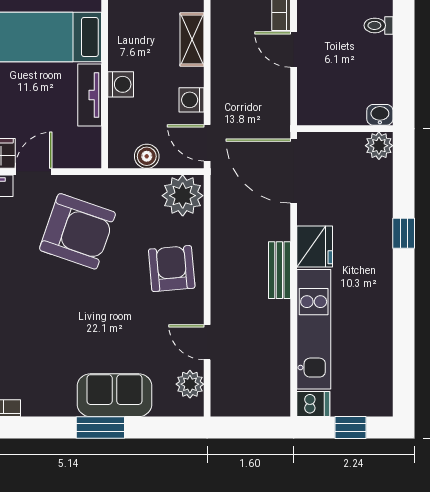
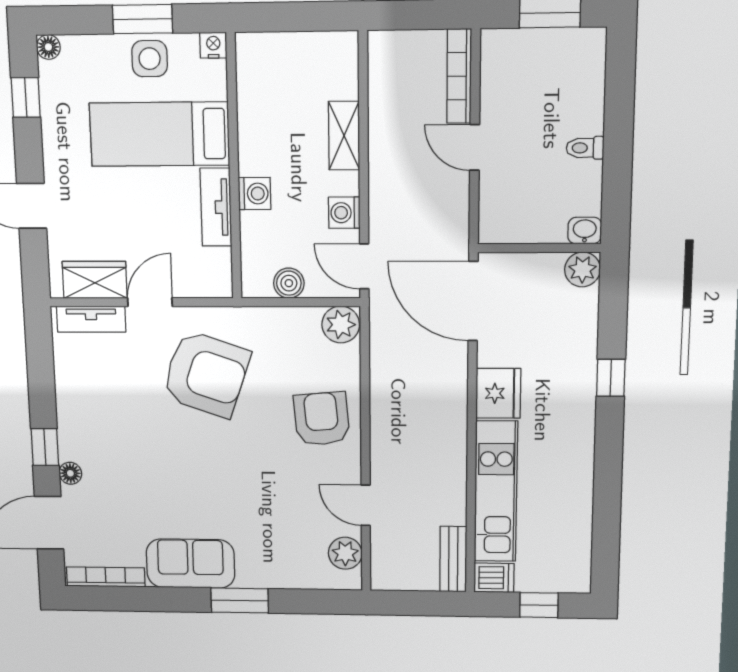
toilet: (378, 25) -> (585, 148), moved
plant: (183, 196) -> (341, 325), width x0.73, depth x0.73
bench: (279, 270) -> (453, 559), moved
sofa: (114, 395) -> (190, 564), moved

